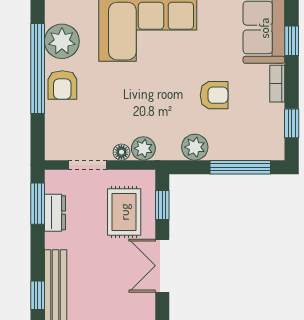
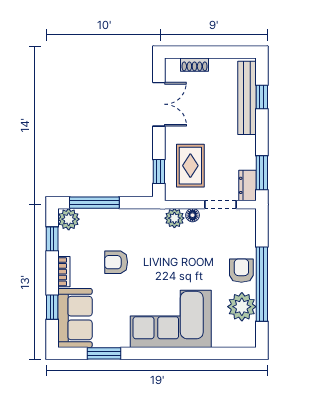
plant: (195, 147) -> (69, 219), moved
dresser: (55, 213) -> (247, 185), moved
double door: (162, 266) -> (159, 104), moved

